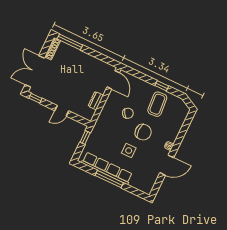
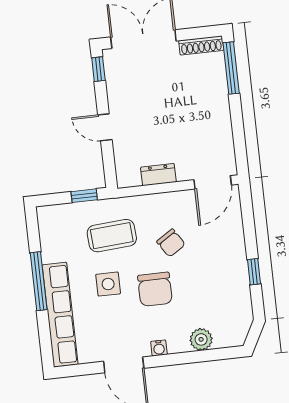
coffee table: (157, 104) -> (112, 236), moved
plant: (176, 126) -> (201, 339), added
row of seats: (107, 168) -> (60, 315), moved

